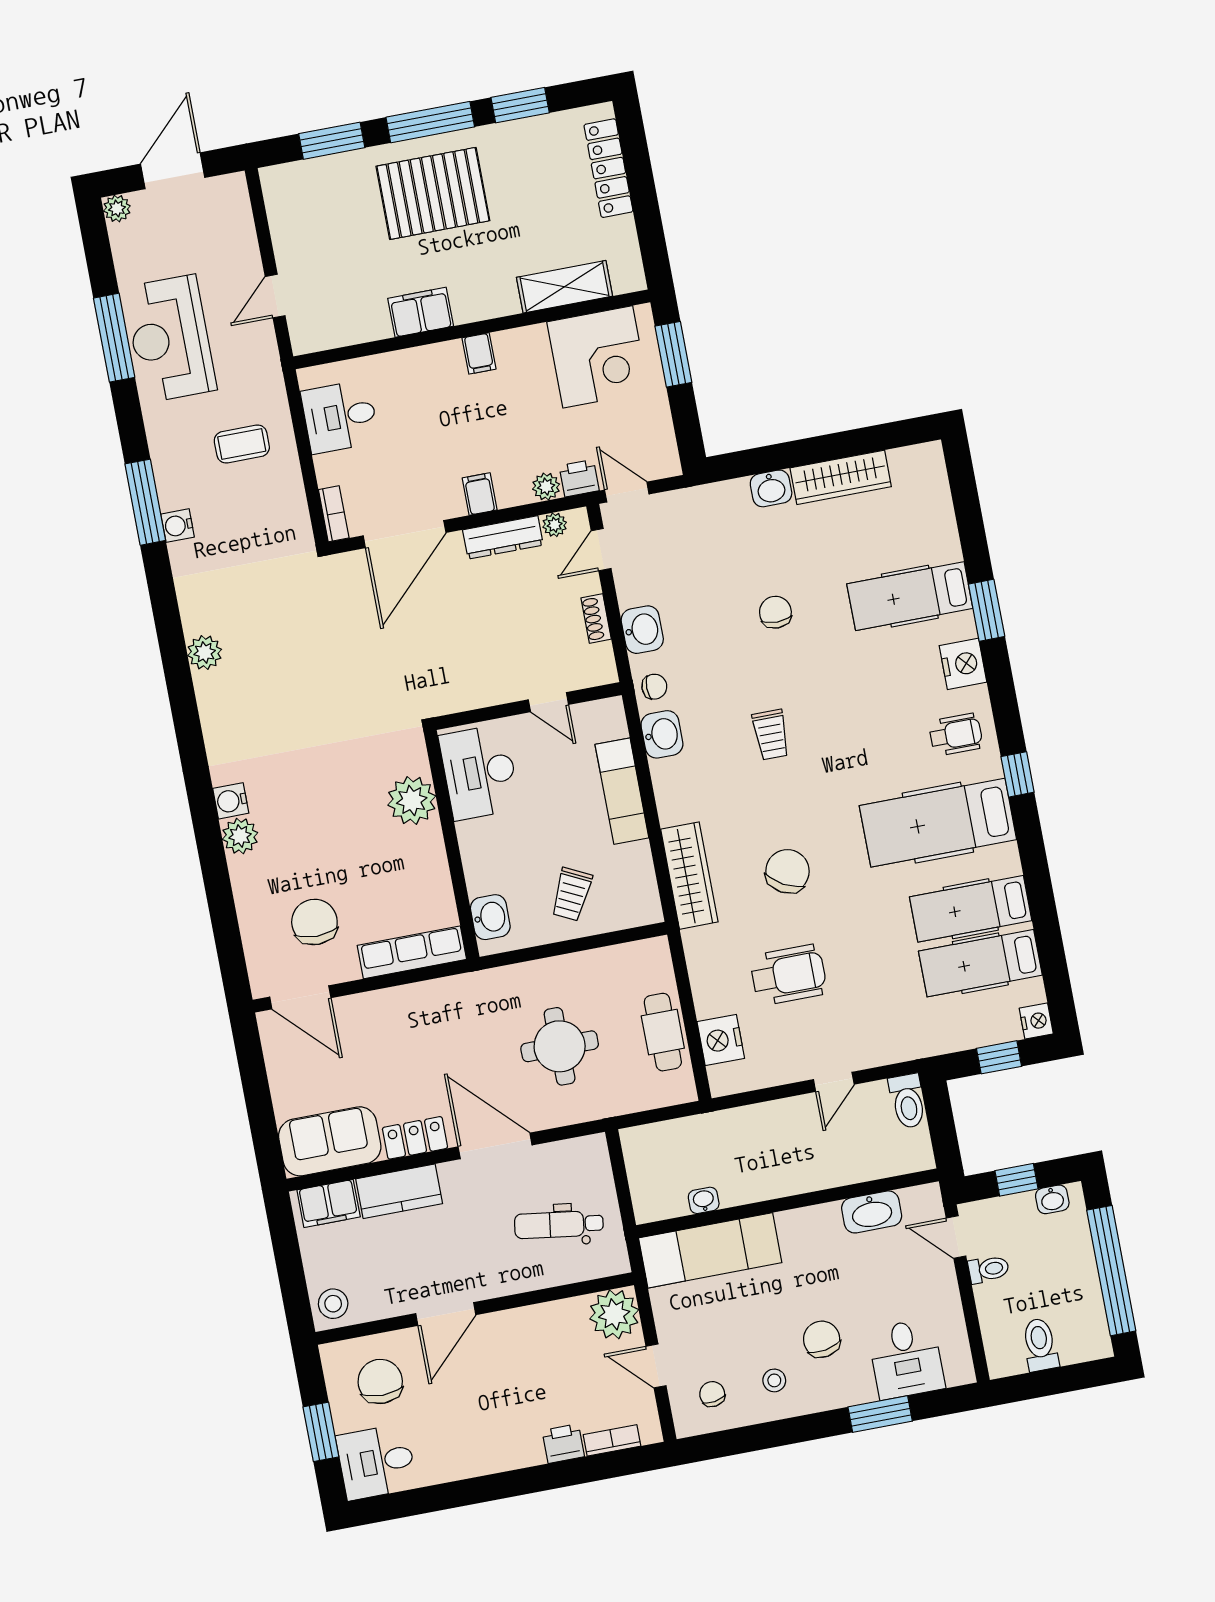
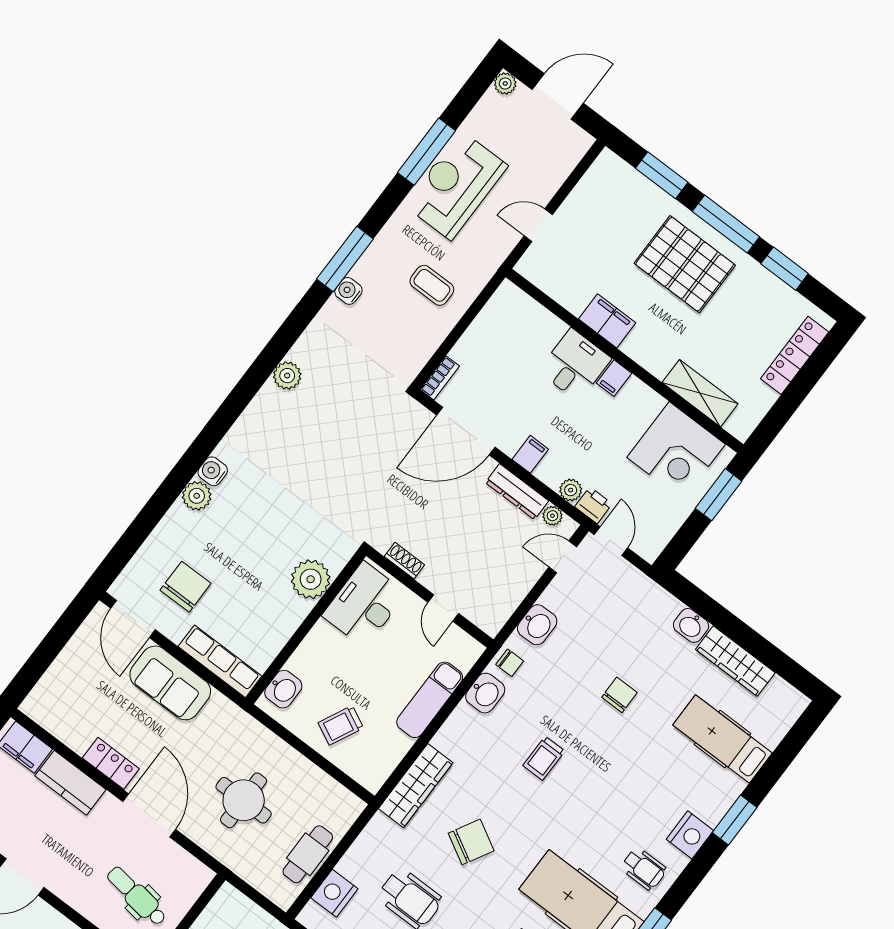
desk: (340, 417) -> (575, 365), moved, turned 90
hospital bed: (910, 596) -> (723, 739), moved
shoe rack: (596, 619) -> (404, 561), moved, turned 90
sofa: (330, 1141) -> (170, 683), moved, turned 180

